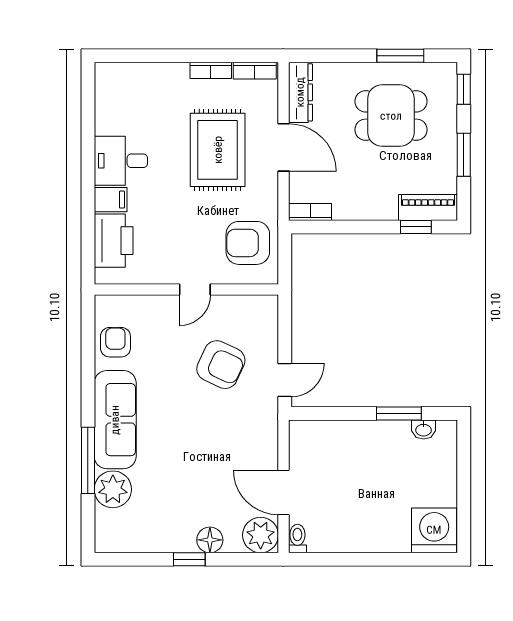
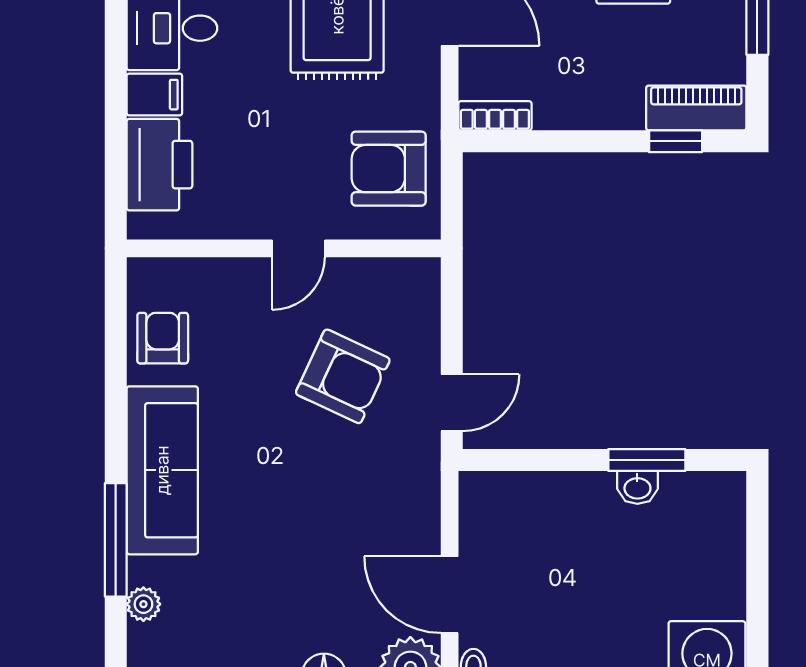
washbasin: (424, 430) -> (637, 487), moved
plant: (113, 489) -> (143, 604), width x0.53, depth x0.53

